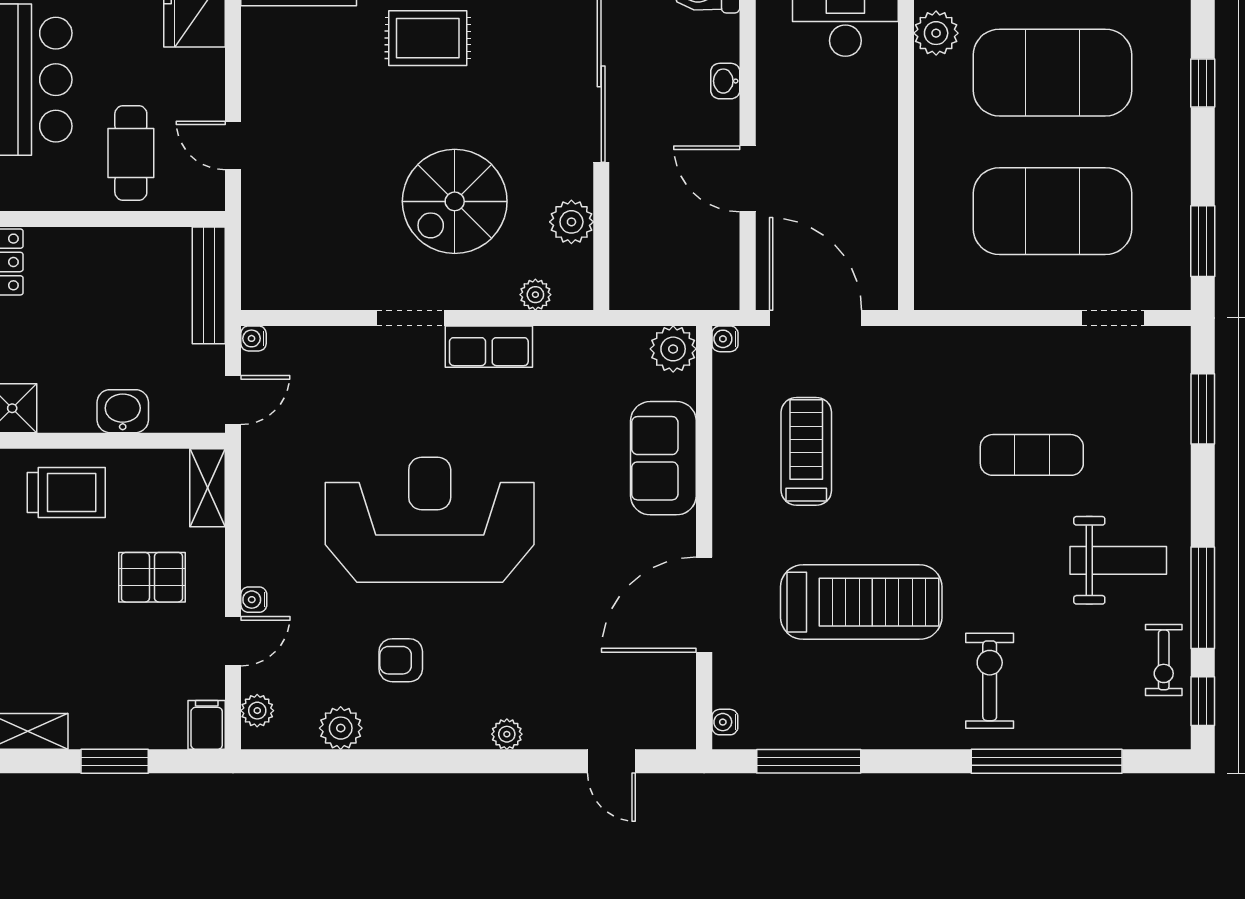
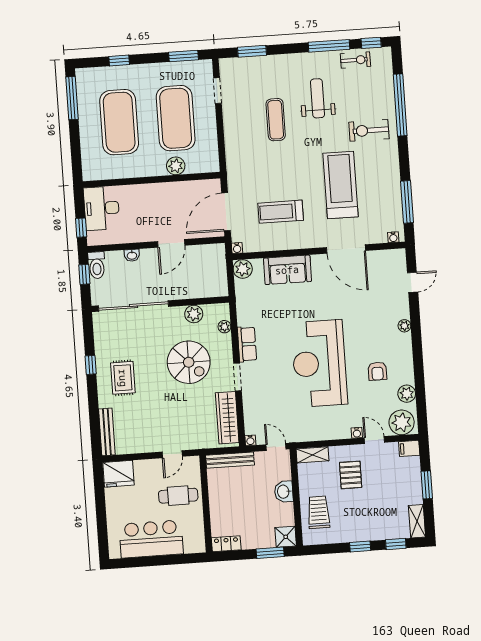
plant: (936, 33) -> (176, 166), moved
wardrobe: (313, 286) -> (227, 418), added
weight bench: (1118, 560) -> (318, 98), moved
plant: (257, 711) -> (402, 422), width x1.88, depth x1.88

